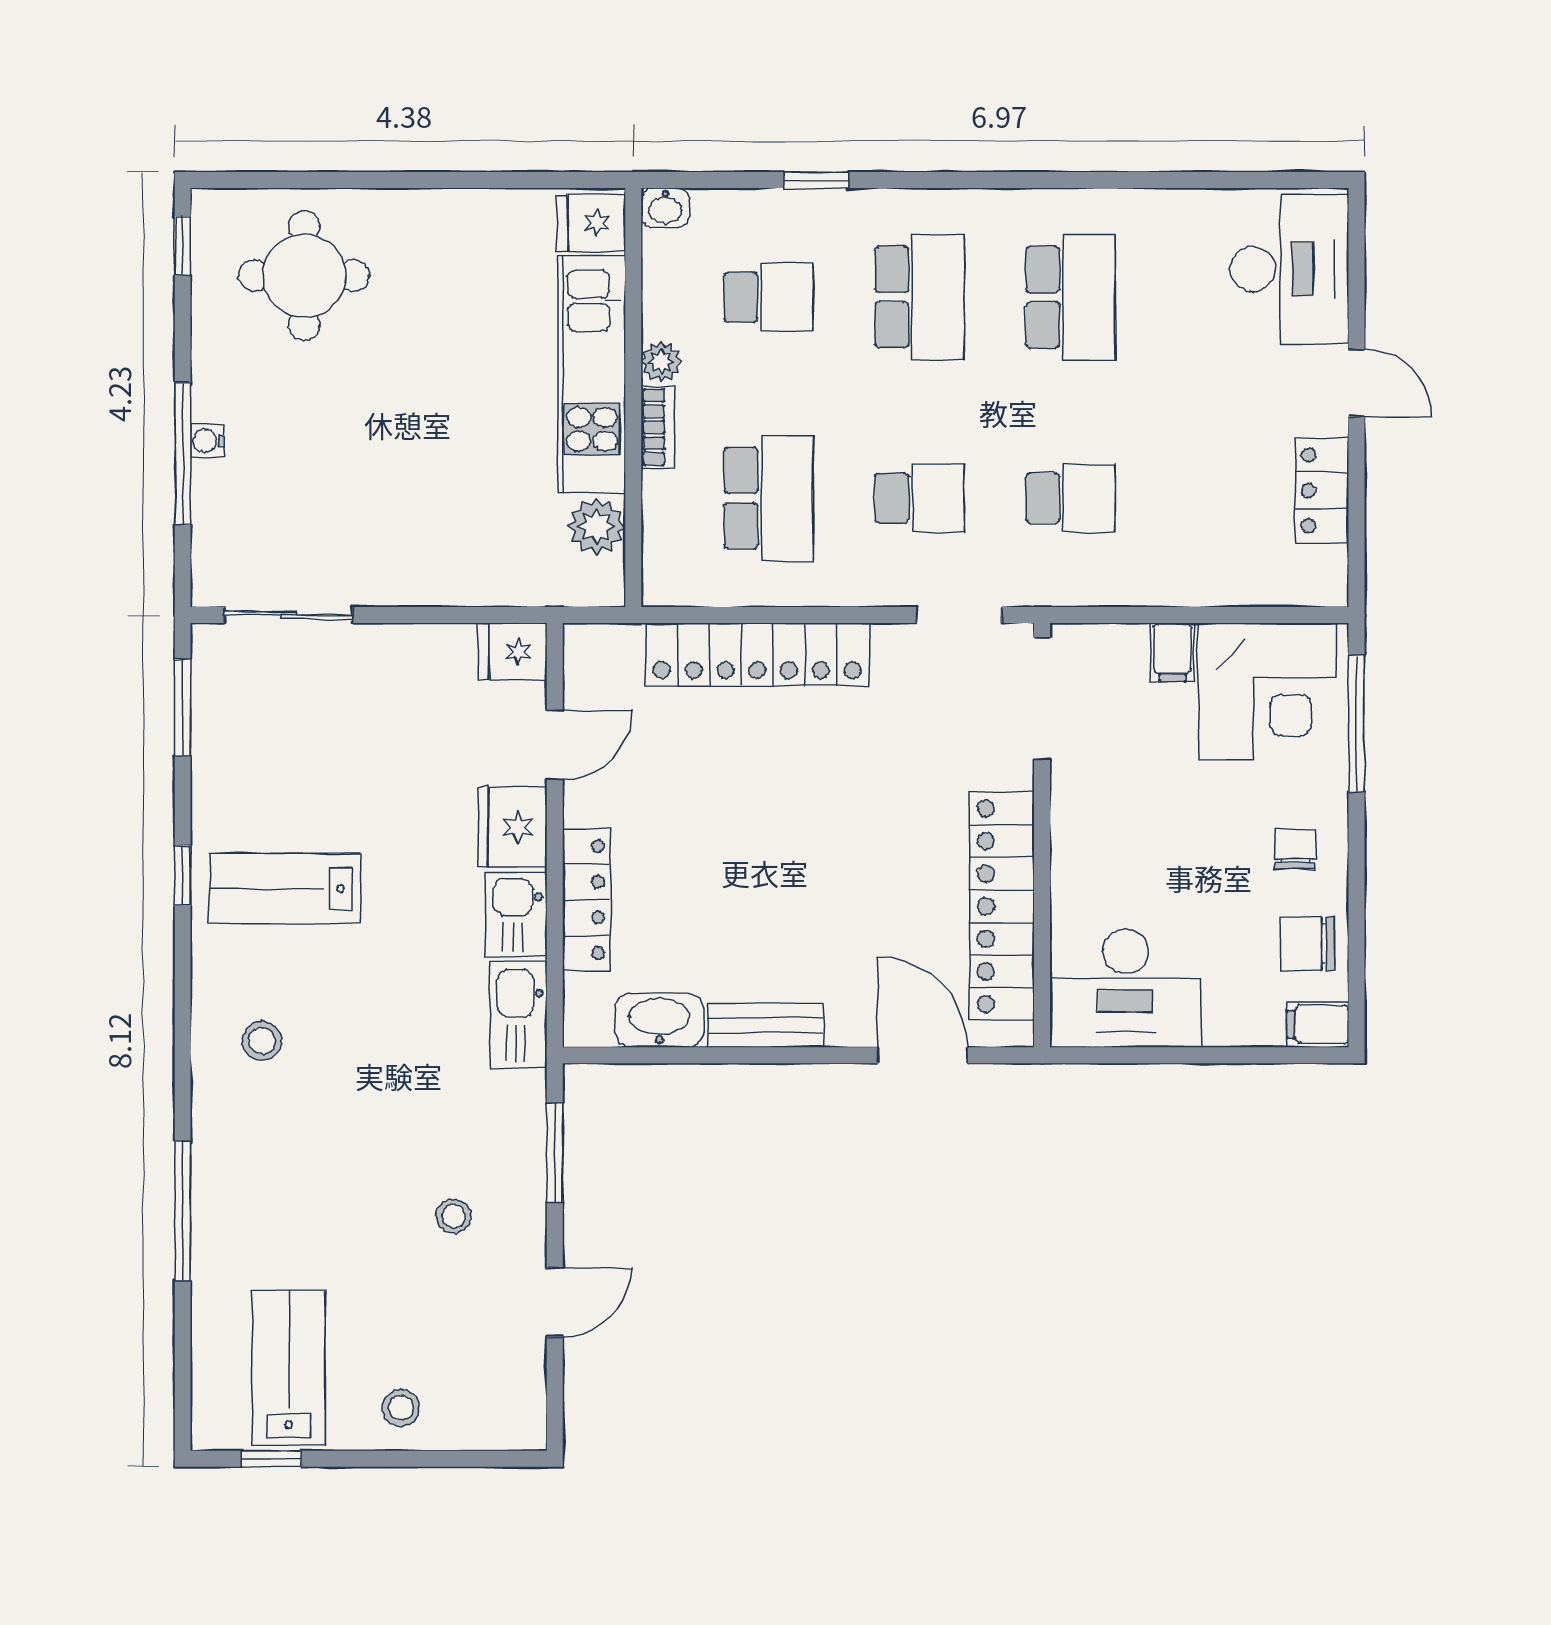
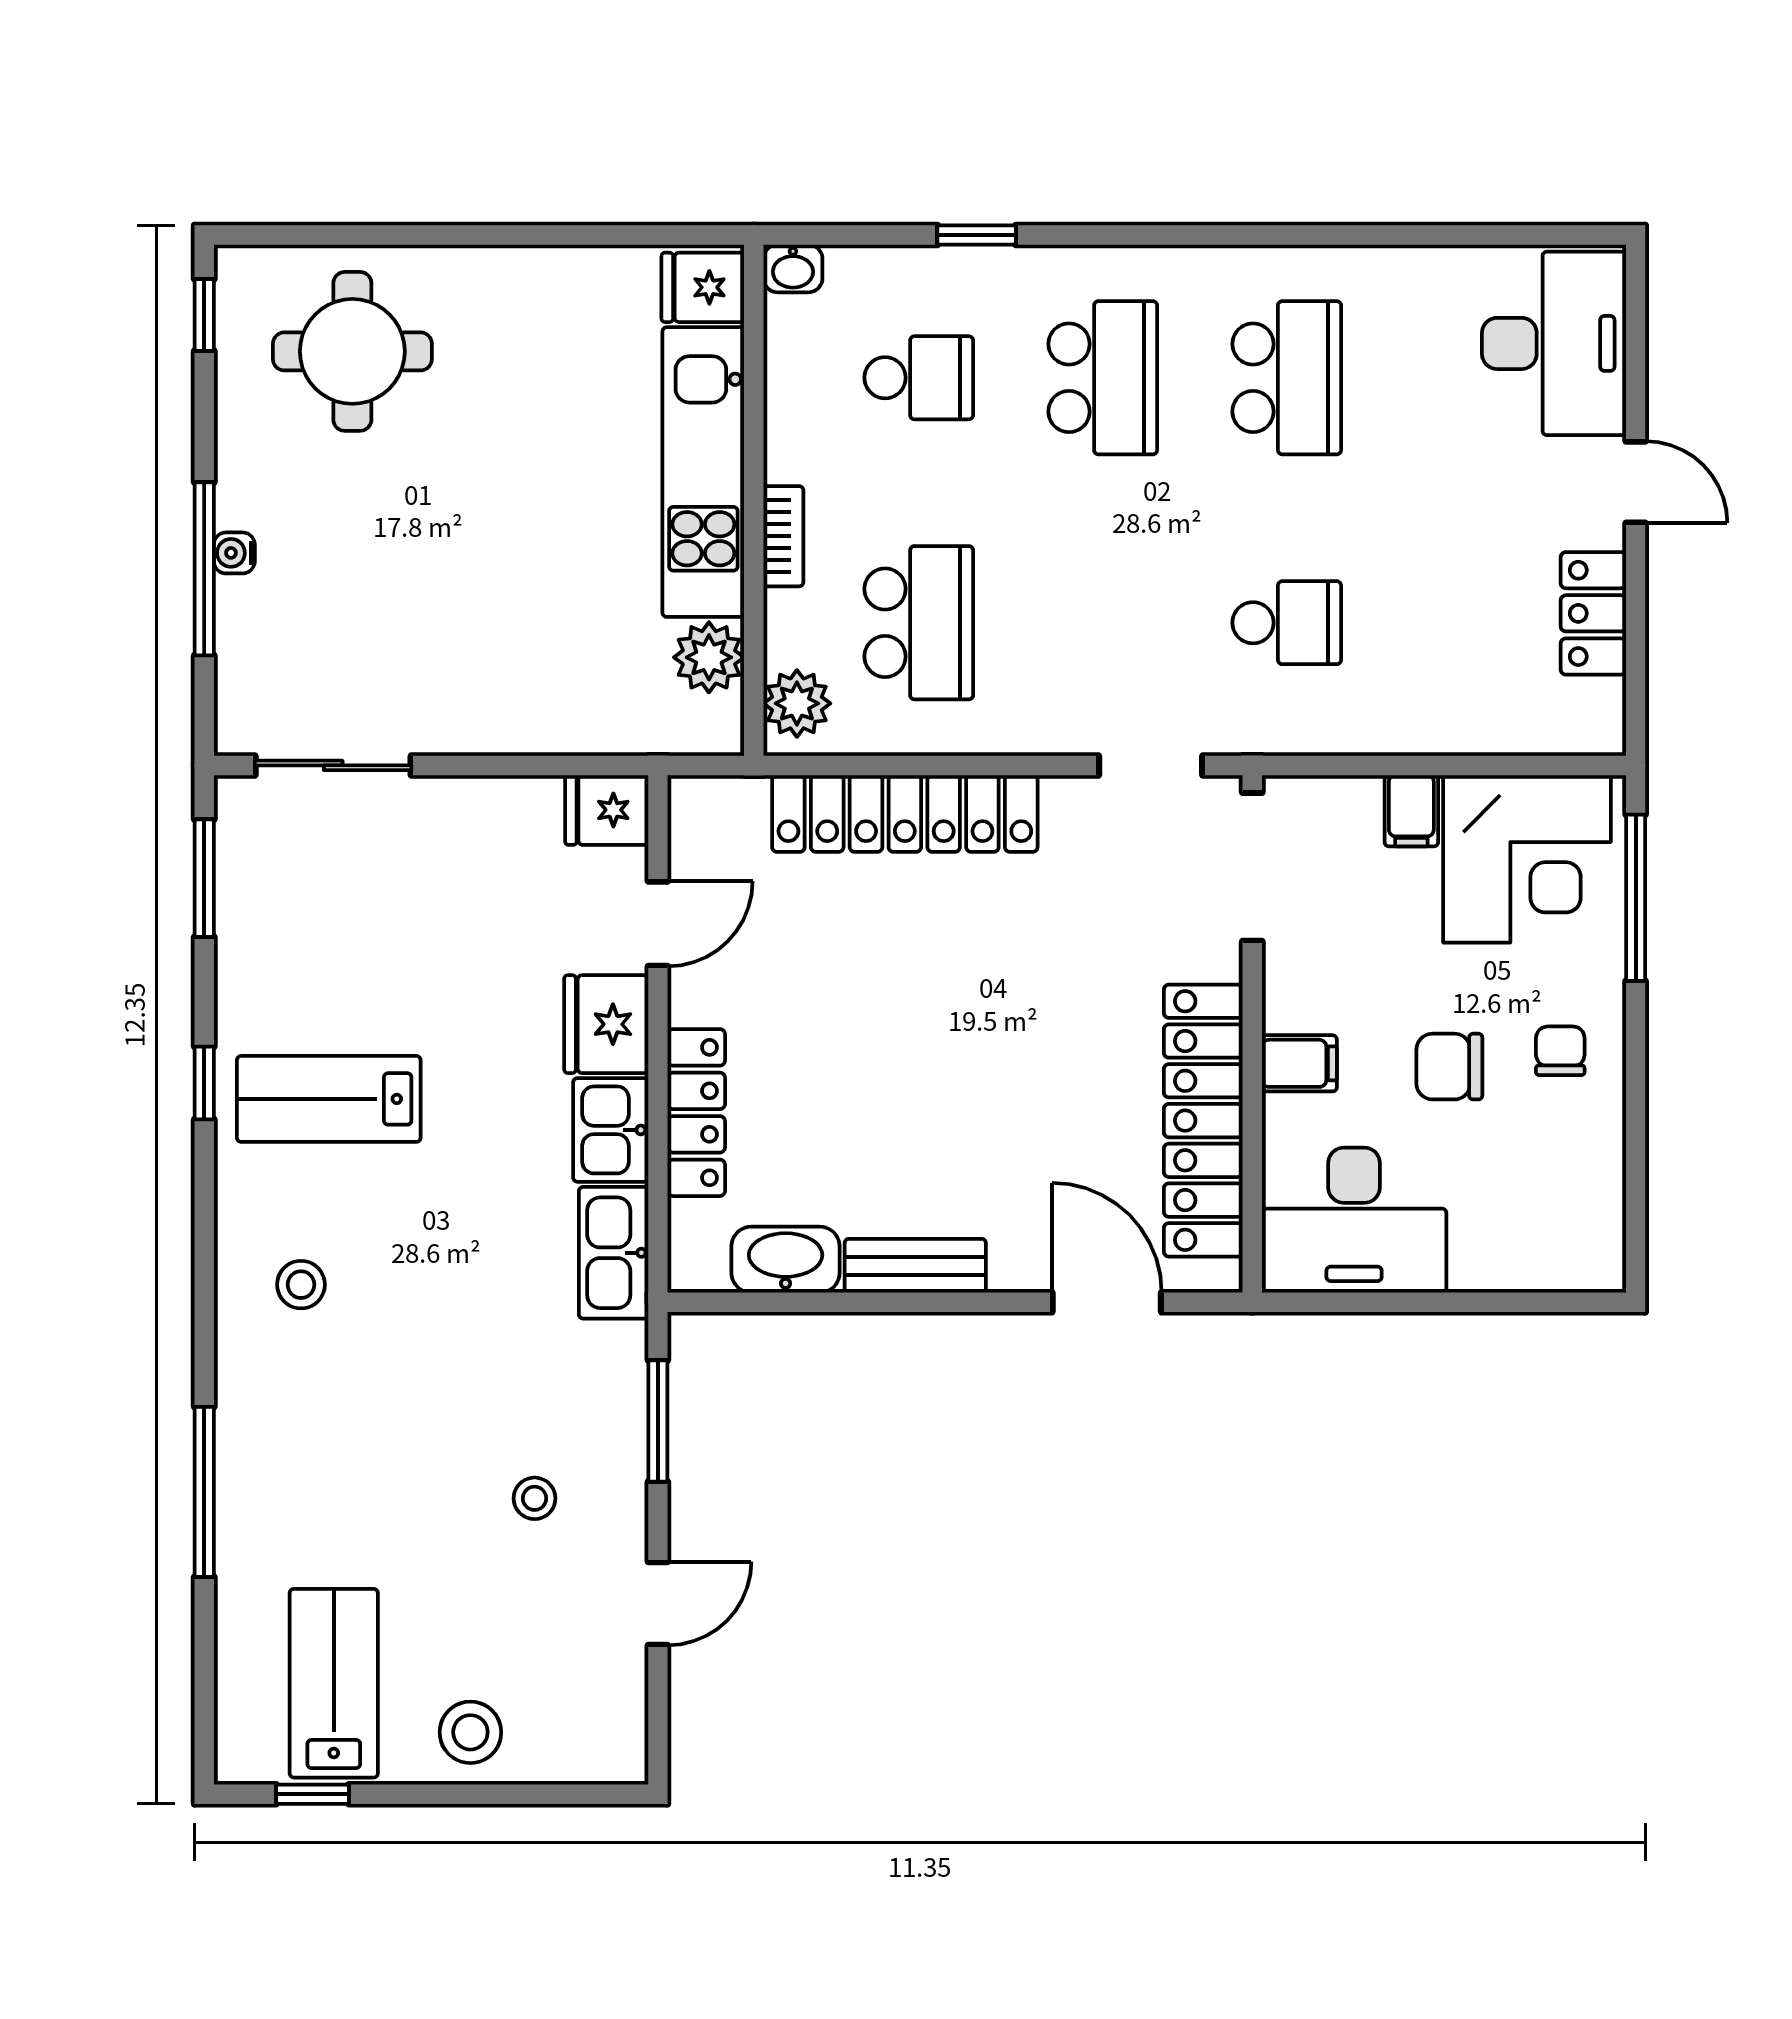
plant: (661, 362) -> (797, 703), moved, width x1.38, depth x1.38
school desk: (919, 498) -> (1103, 623), removed
chair: (1308, 944) -> (1449, 1067), moved
filing cabinet: (1318, 1024) -> (1299, 1063), moved, turned 180
stool: (401, 1408) -> (470, 1732), width x1.37, depth x1.37

